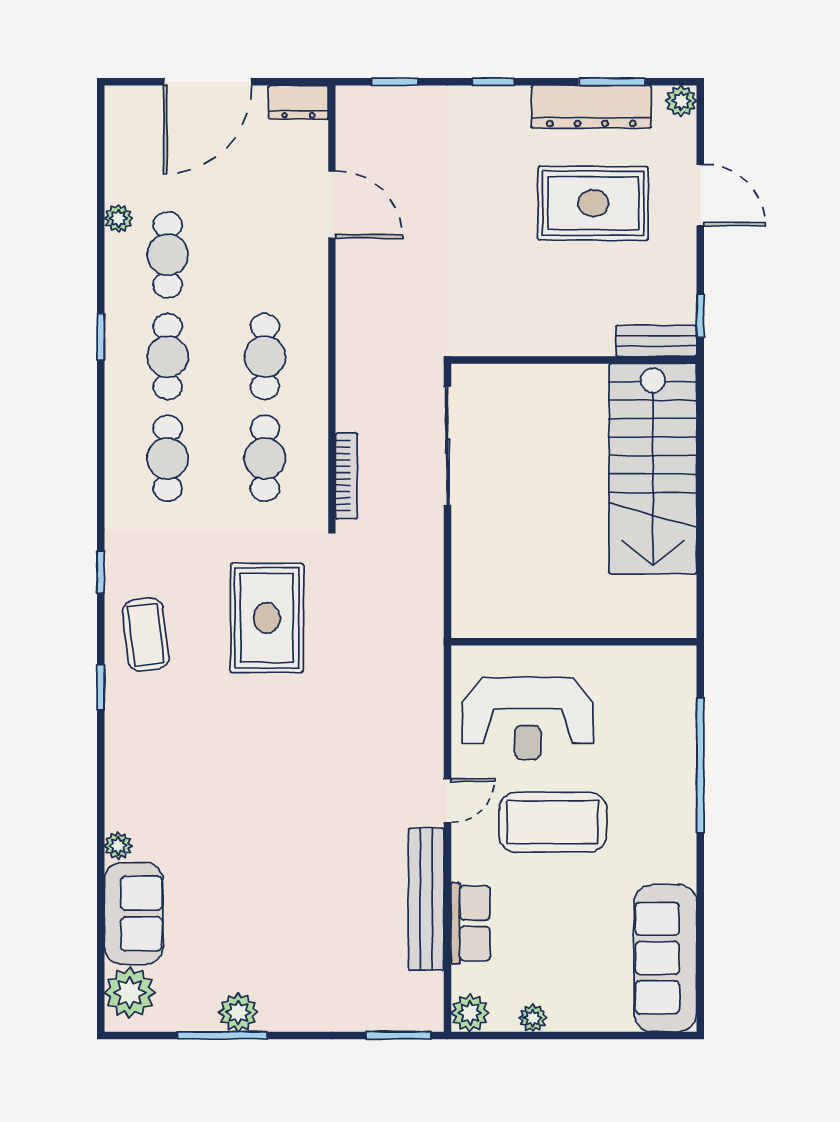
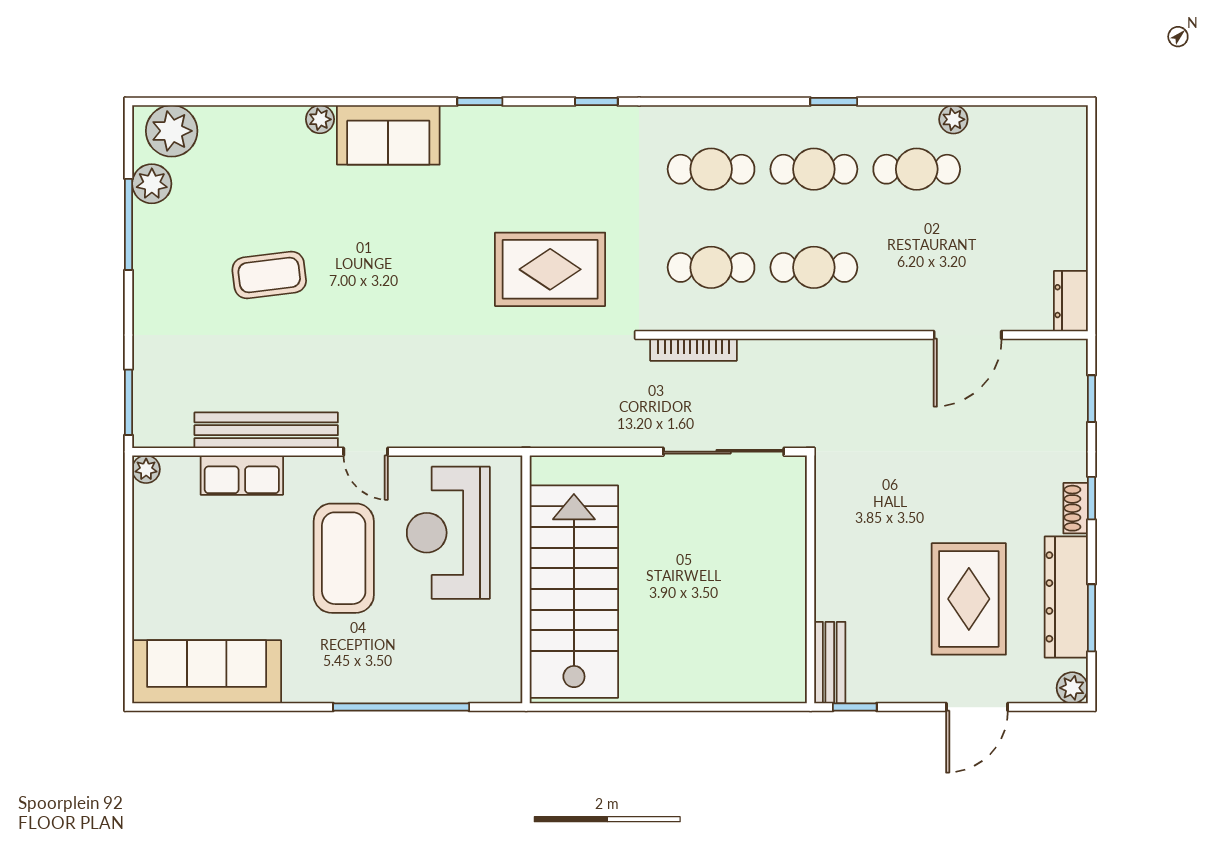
door: (208, 82) -> (1091, 210), removed
shoe rack: (503, 98) -> (1076, 508), added
stairs: (653, 469) -> (574, 592), moved, turned 90
coffee table: (146, 635) -> (269, 275), moved
sofa: (134, 913) -> (388, 135), moved
plant: (238, 1012) -> (152, 184), moved
plant: (470, 1013) -> (146, 469), width x0.73, depth x0.73
plant: (533, 1018) -> (146, 538), removed

